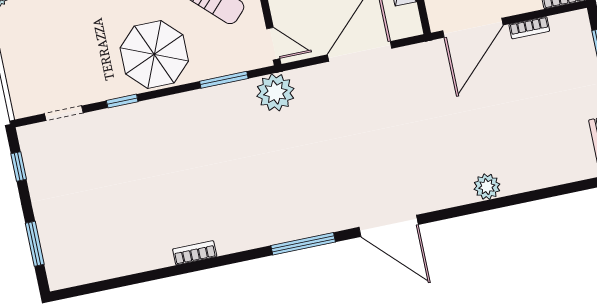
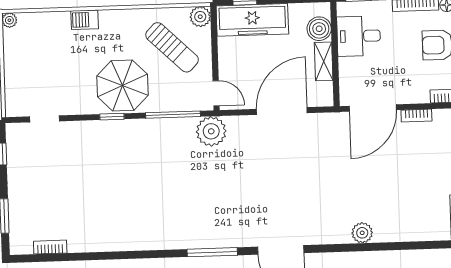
window: (224, 80) -> (173, 115), width x1.44
window: (122, 101) -> (112, 117), moved
bookcase: (195, 253) -> (50, 247), moved

